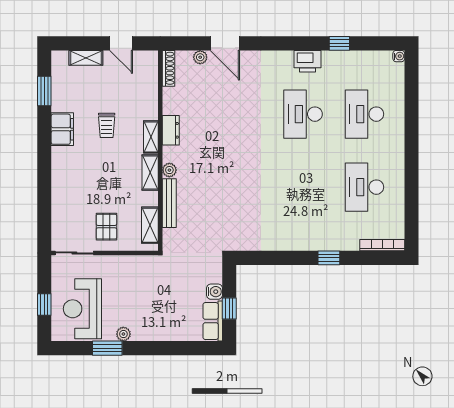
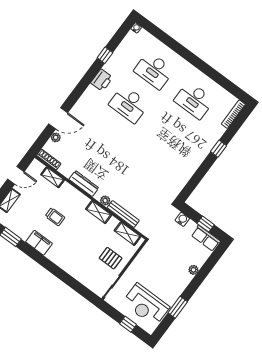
dresser: (171, 130) -> (84, 184), width x1.44
shelving: (151, 137) -> (53, 177), moved
water cooler: (214, 292) -> (182, 219), moved
plant: (123, 334) -> (193, 270), moved

